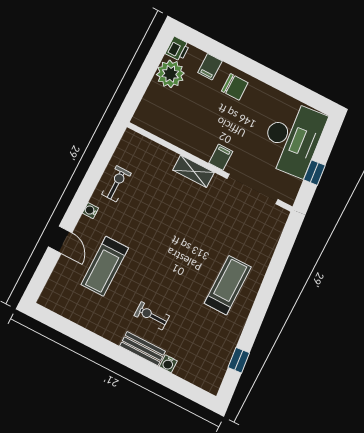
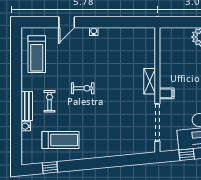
exercise bike: (116, 184) -> (83, 88), moved
treadmill: (105, 266) -> (37, 54), moved, turned -90
treadmill: (228, 285) -> (61, 140), moved

